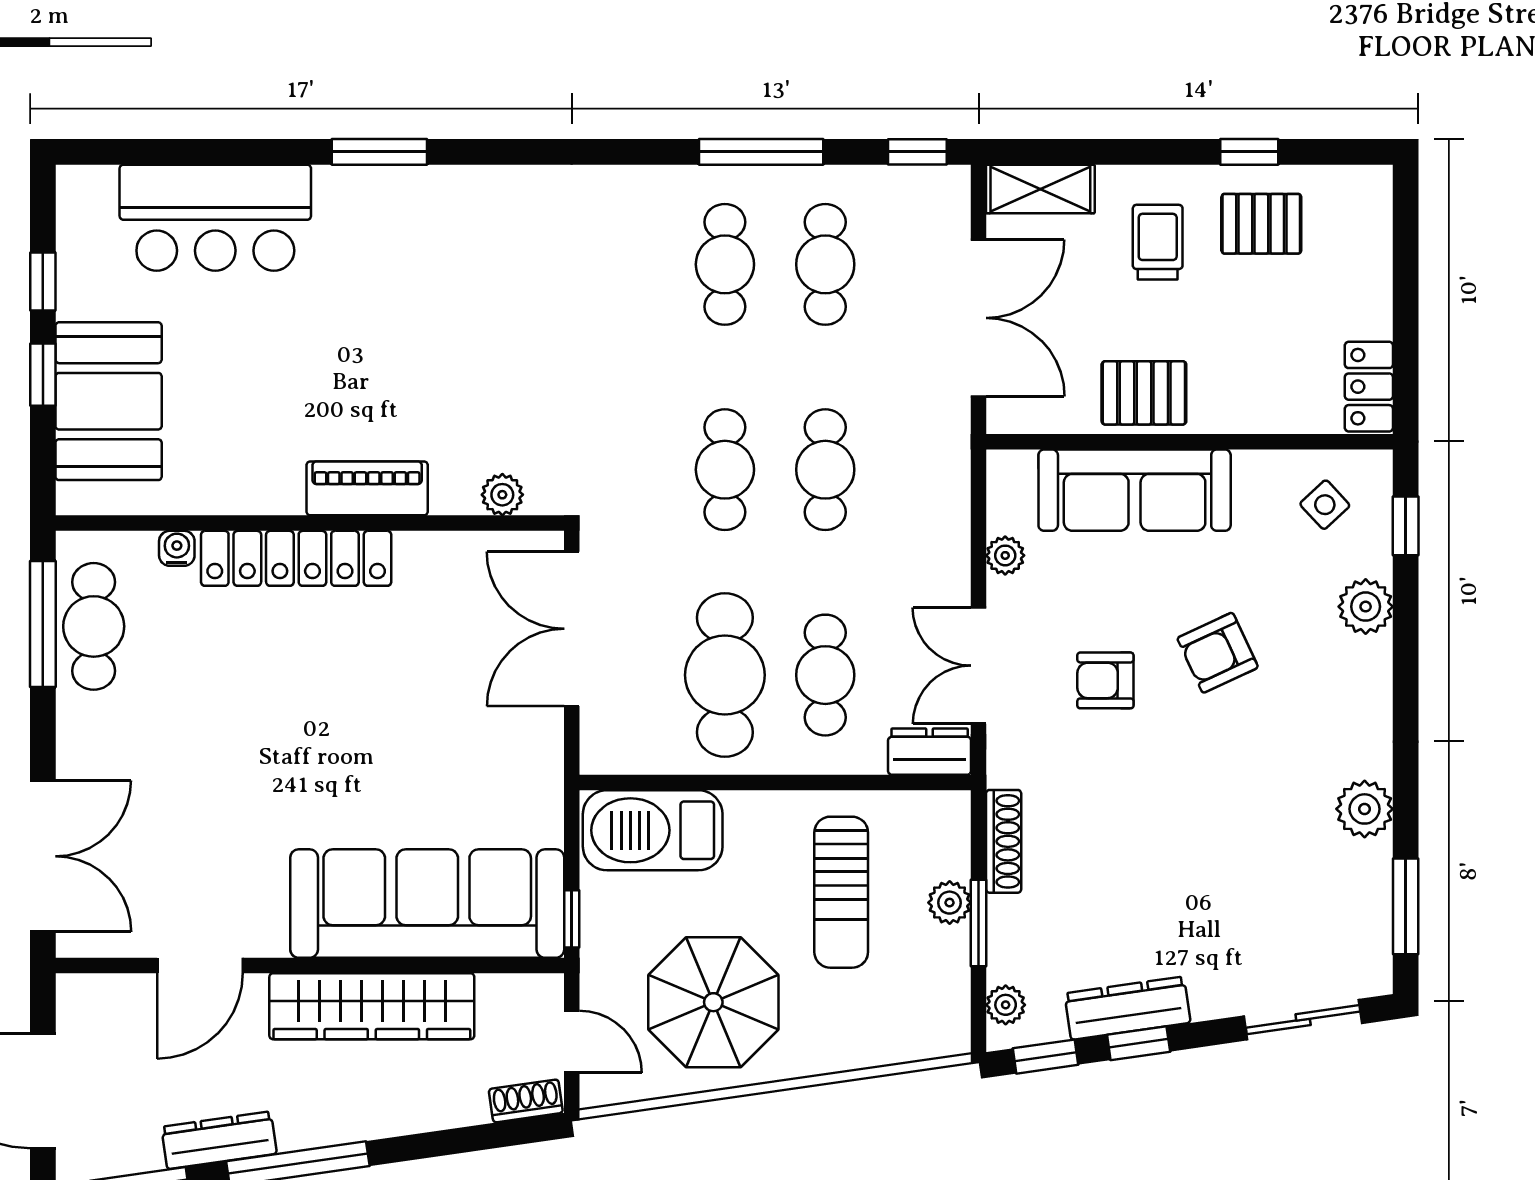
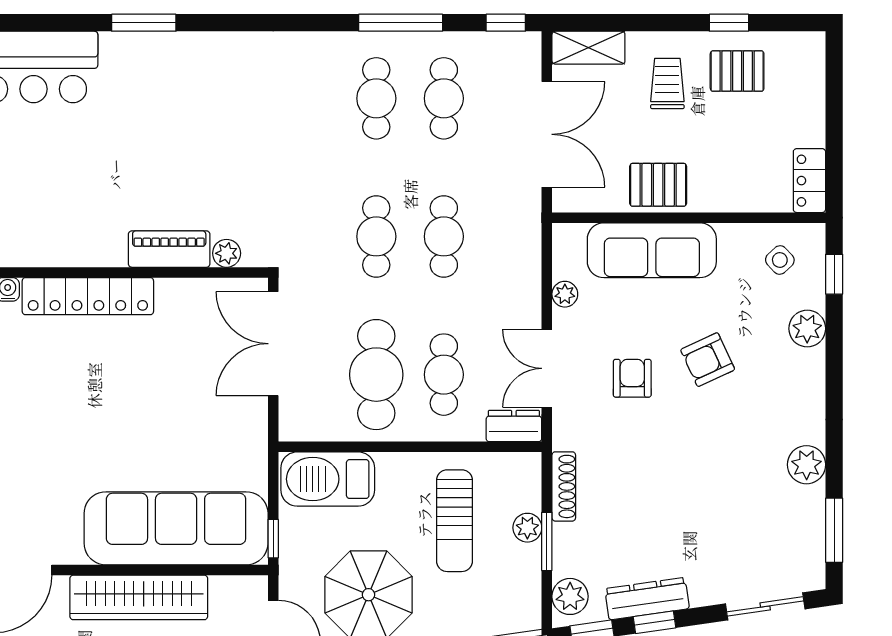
piano: (367, 488) -> (169, 249), moved
armchair: (1105, 680) -> (632, 378), turned 90
plant: (1006, 1005) -> (570, 596), width x1.38, depth x1.38

